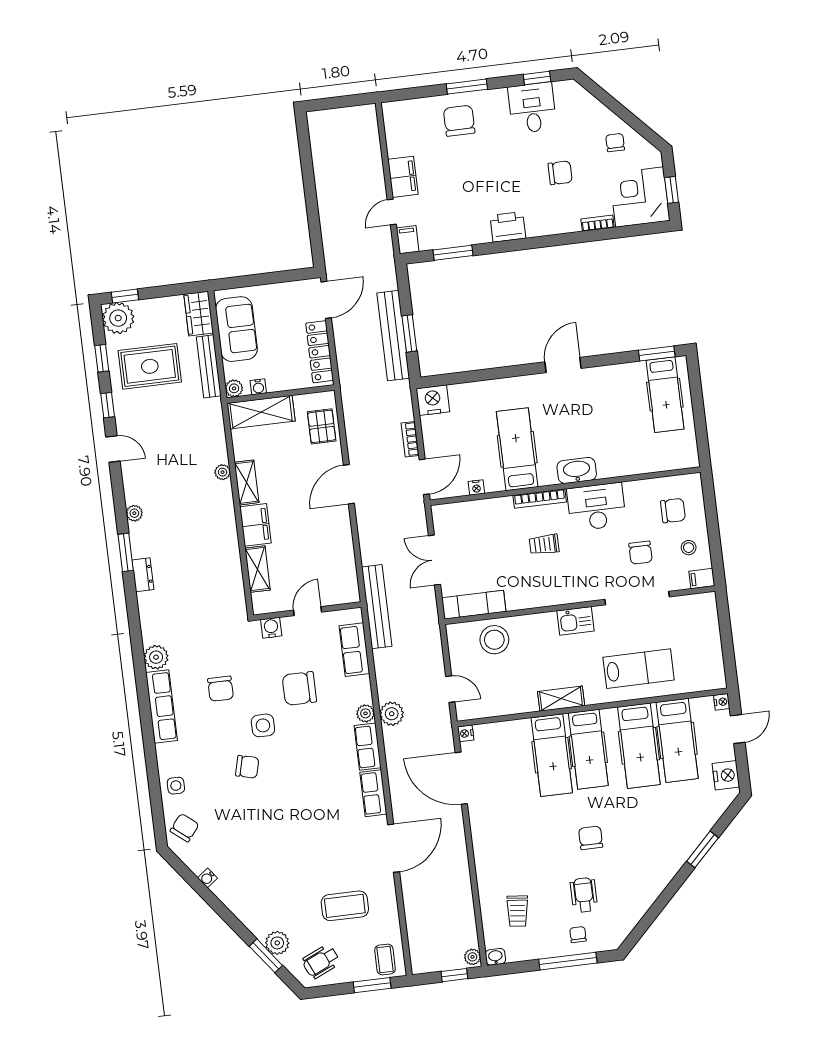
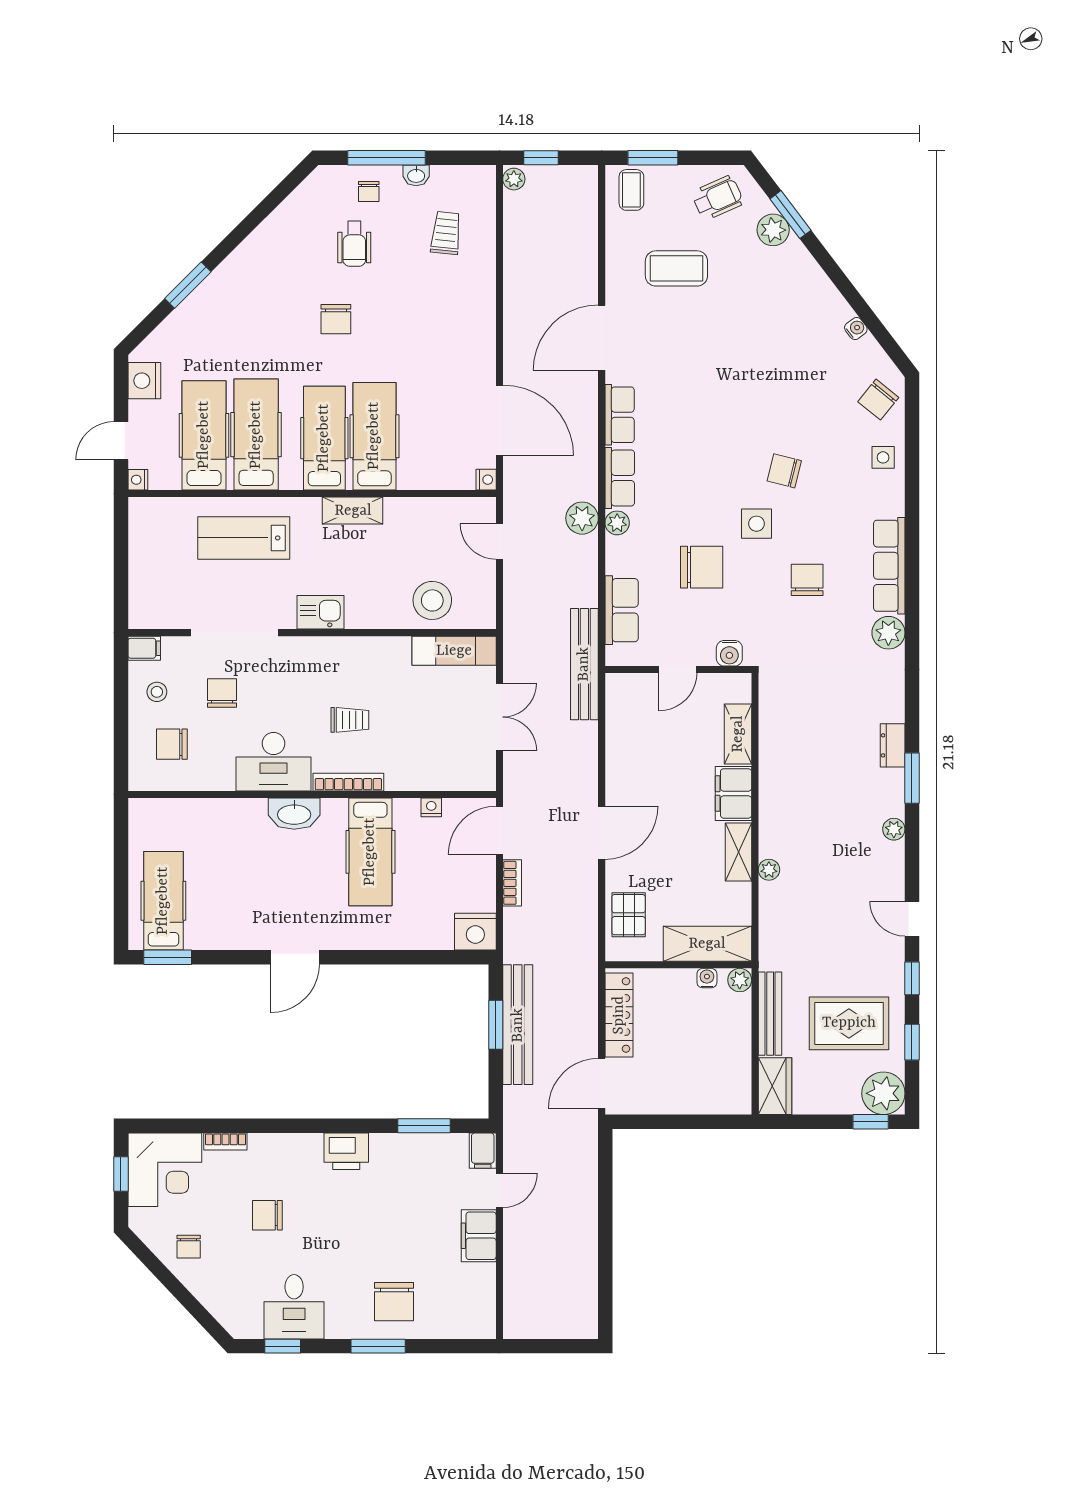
sofa: (236, 329) -> (727, 1059), removed
washbasin: (495, 957) -> (416, 175), moved

